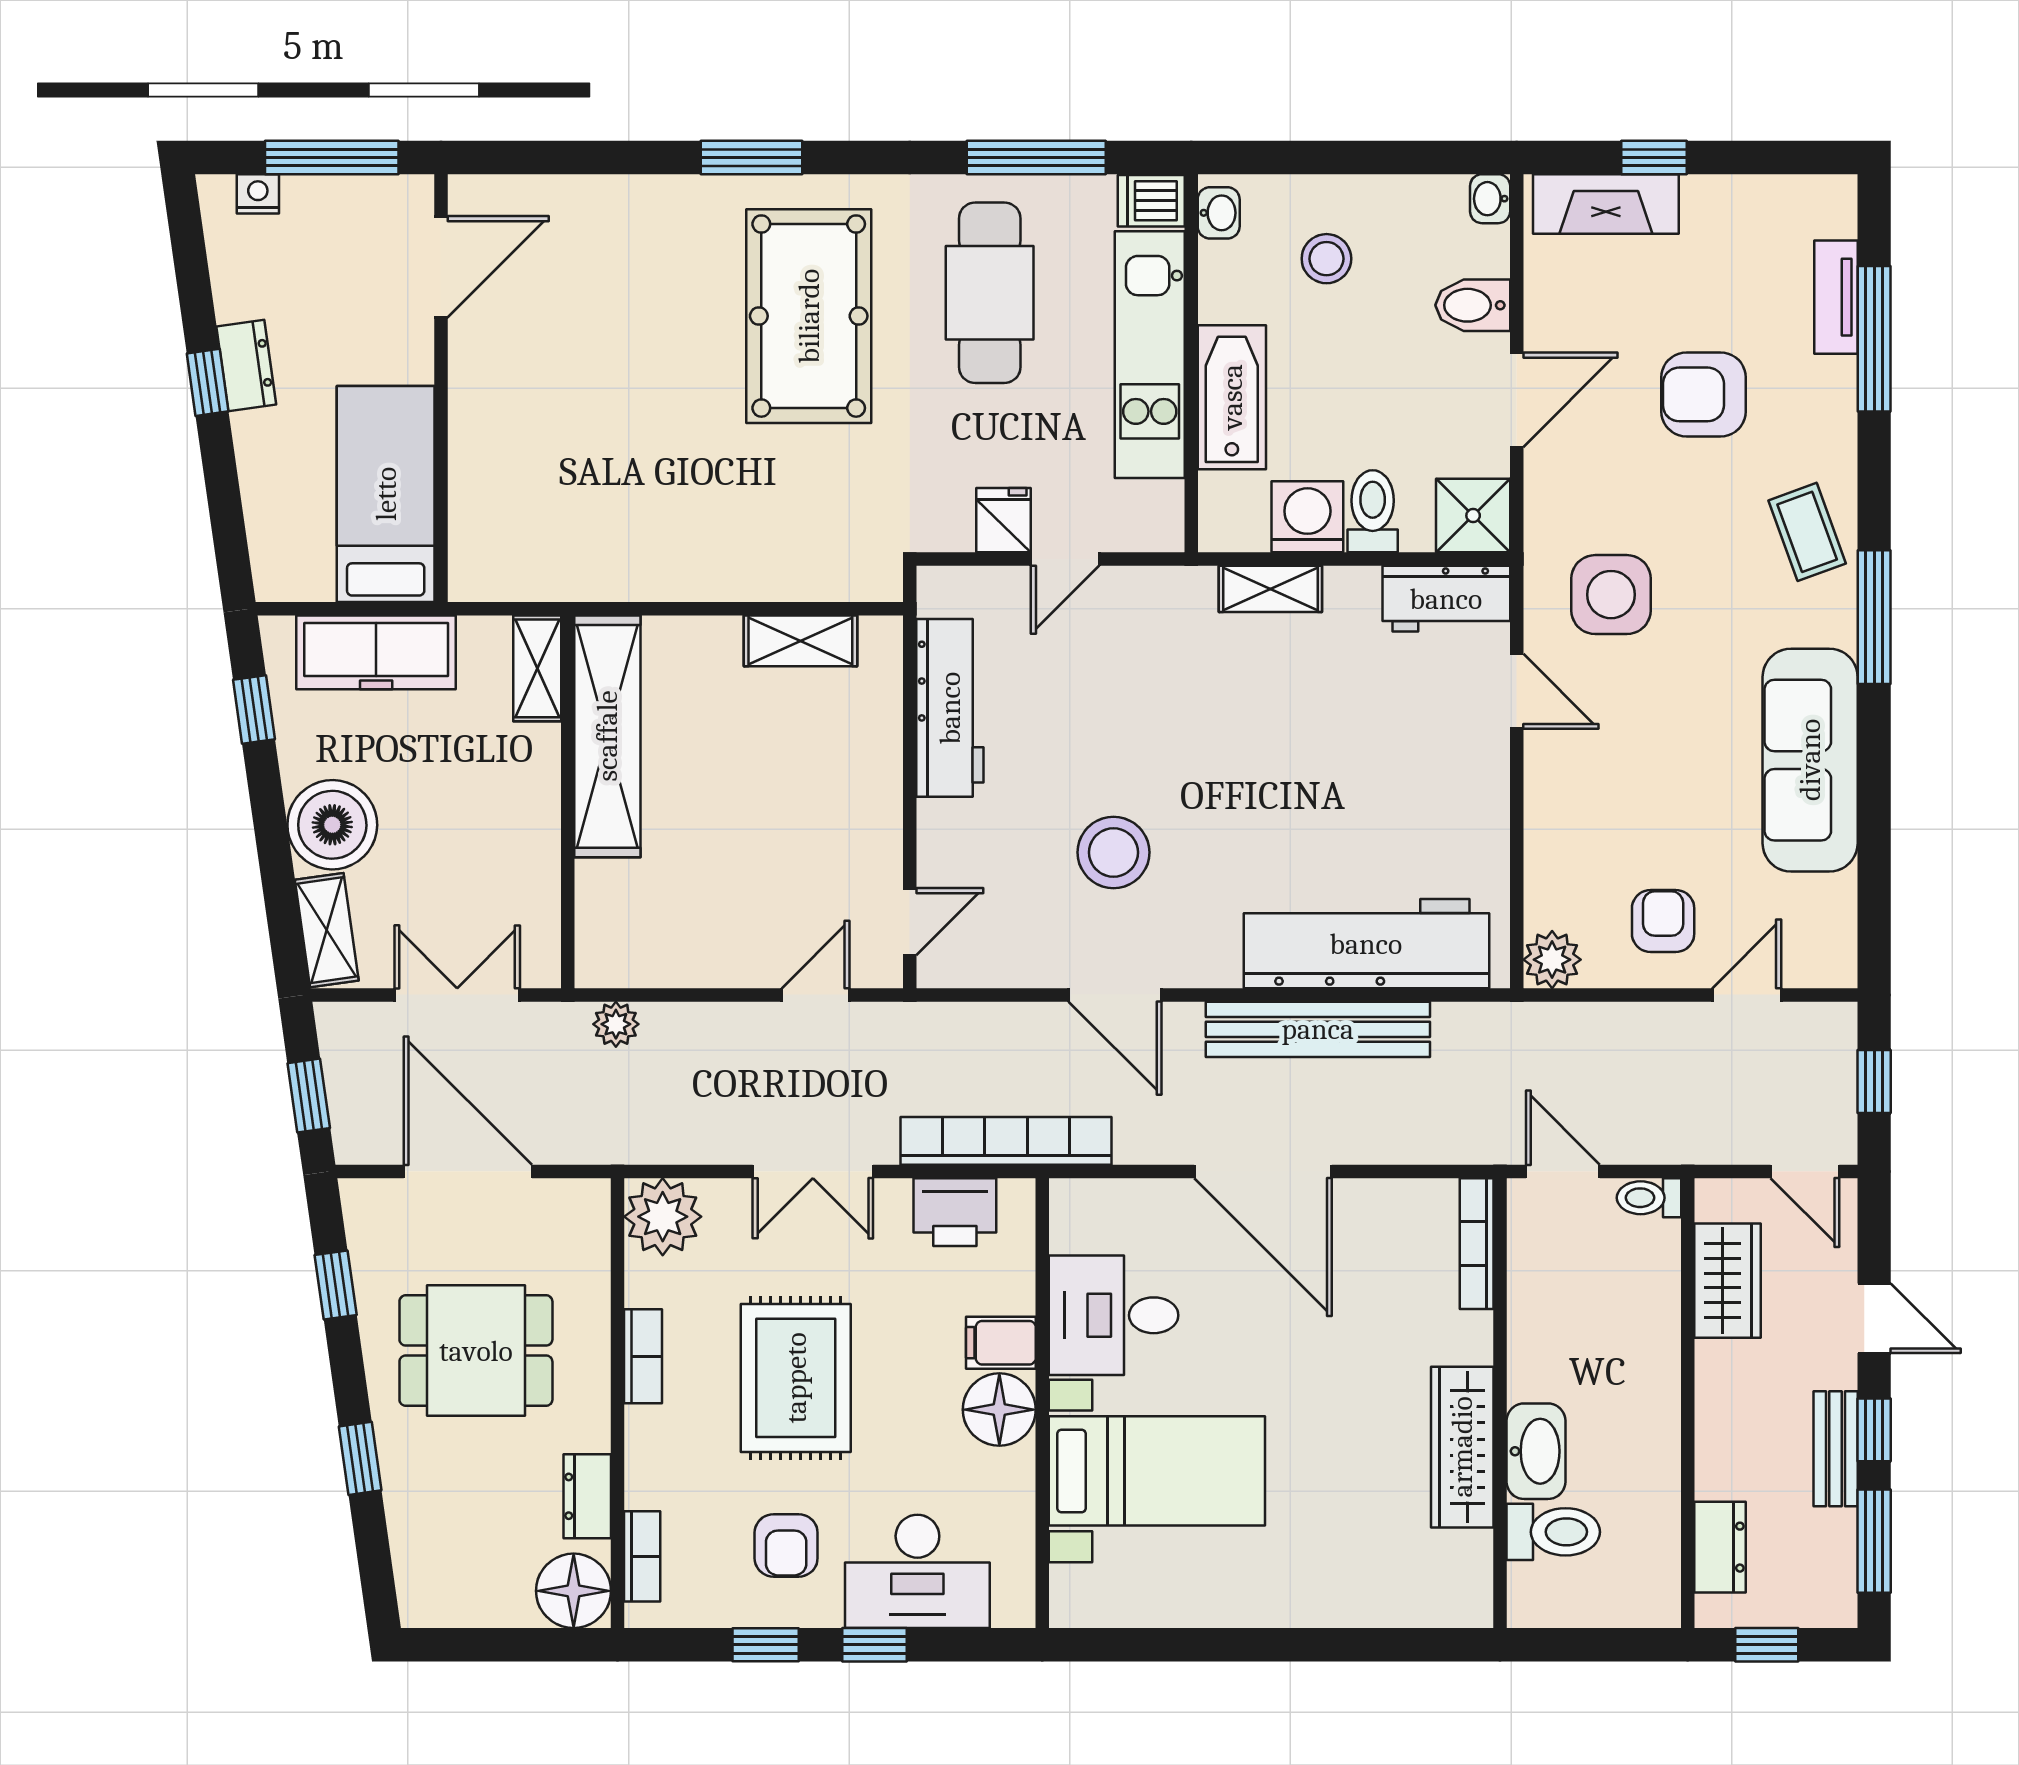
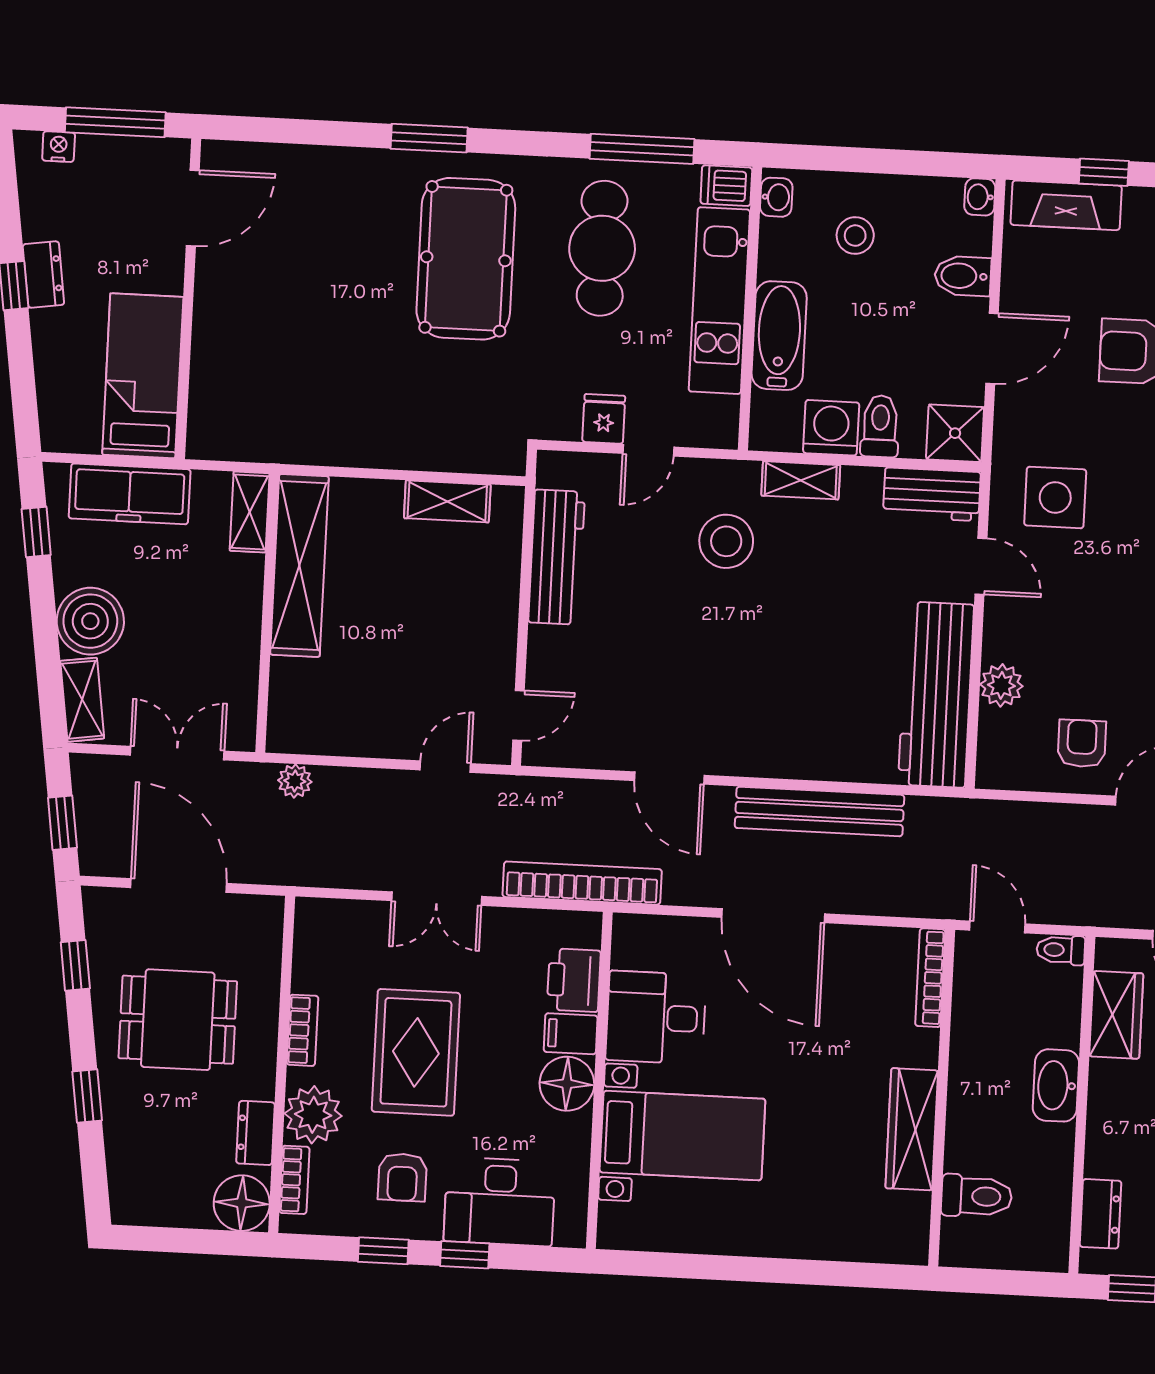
stool: (1113, 852) -> (726, 541), moved
workbench: (1366, 944) -> (936, 695), moved, turned -90
plant: (1552, 960) -> (1001, 685), moved
printer: (955, 1212) -> (574, 980), moved, turned 90
plant: (663, 1217) -> (313, 1115), moved
washbasin: (1536, 1451) -> (1056, 1085), moved, turned 180

